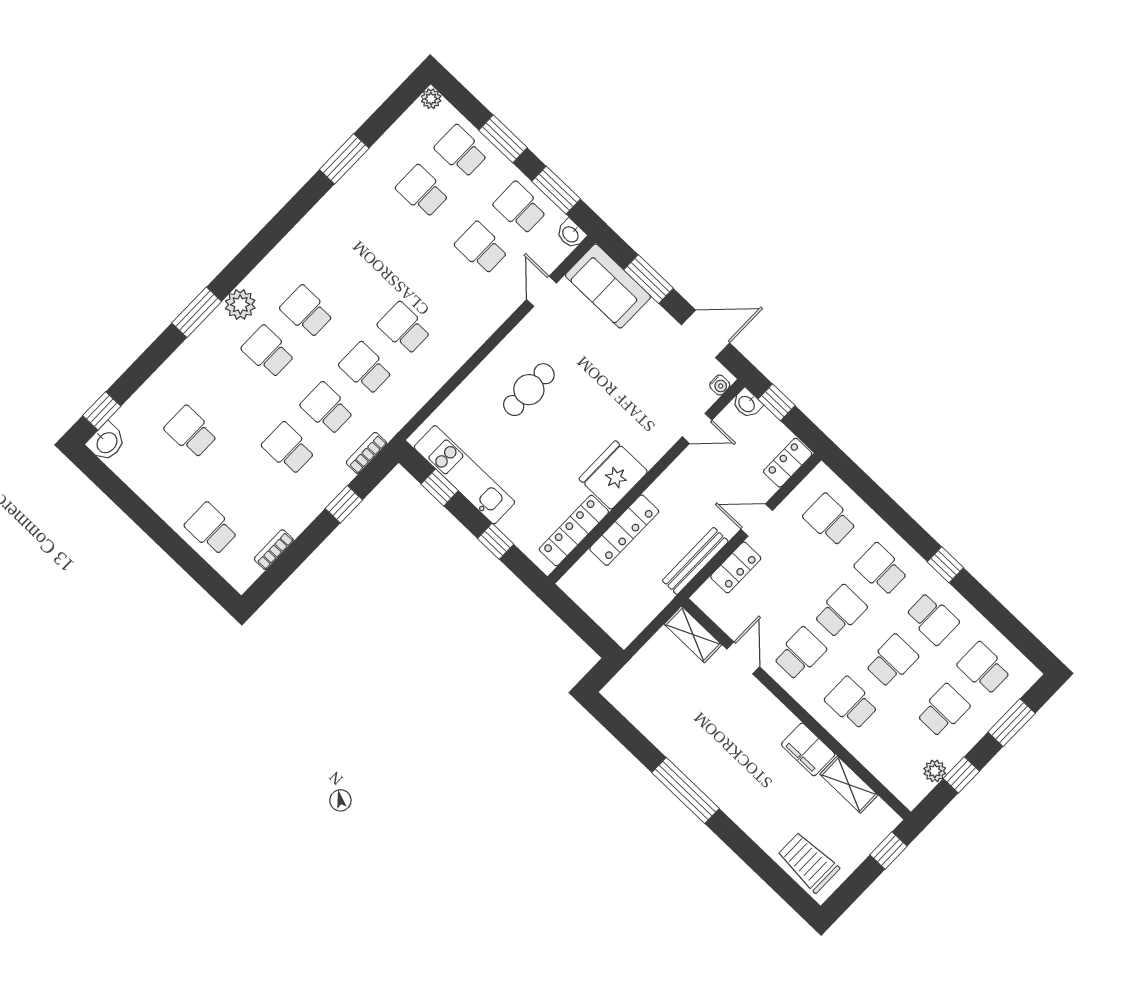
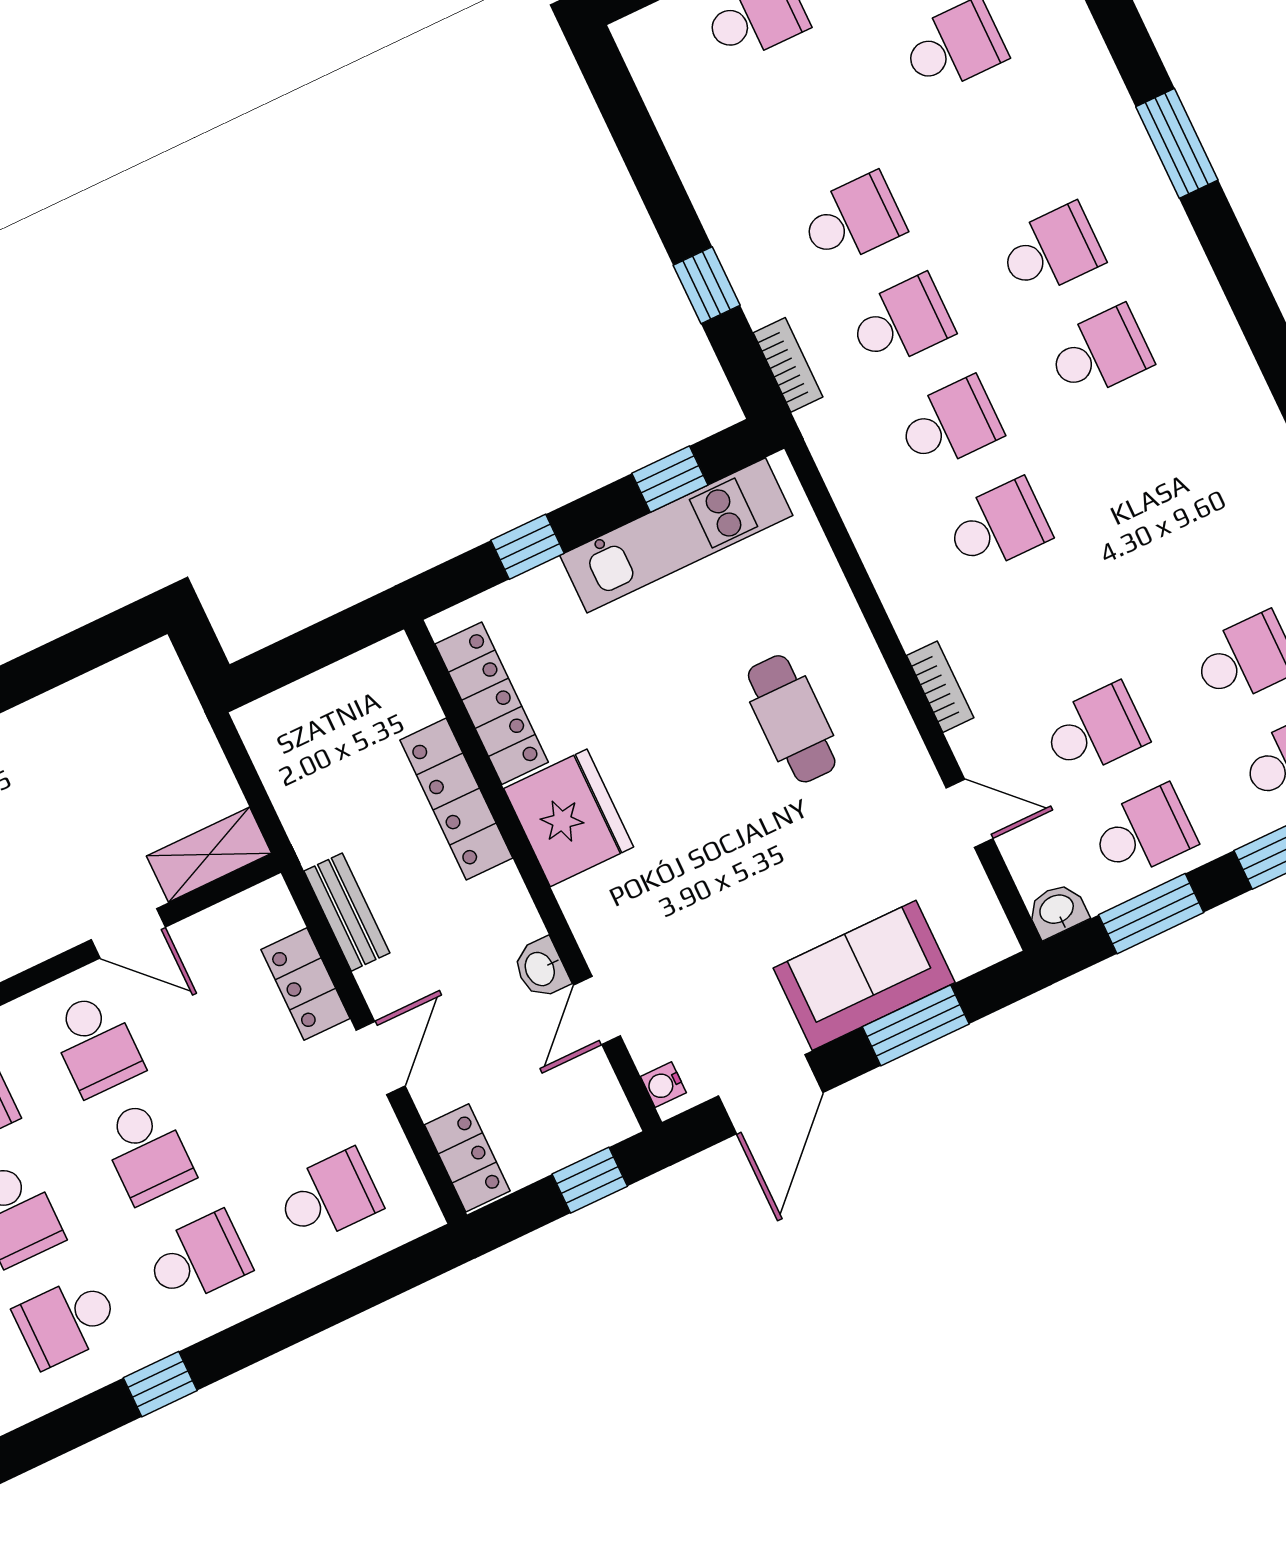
sofa: (608, 286) -> (864, 975), moved
plant: (240, 304) -> (1160, 232), removed
washbasin: (747, 404) -> (541, 968), moved, turned -90
bookcase: (274, 550) -> (940, 687), moved
bench: (695, 561) -> (347, 912), width x0.73

